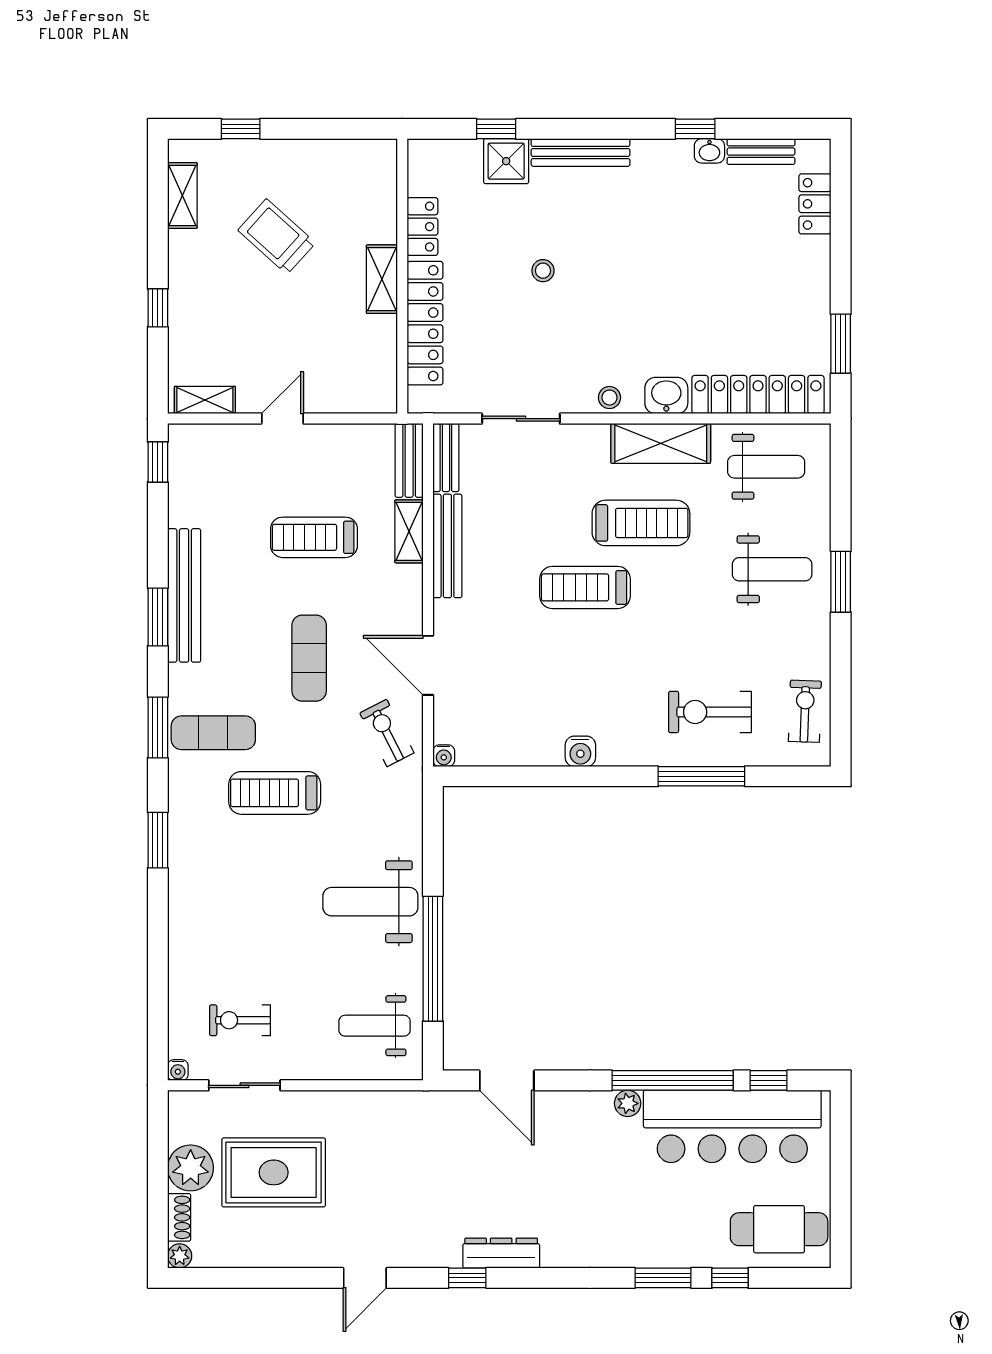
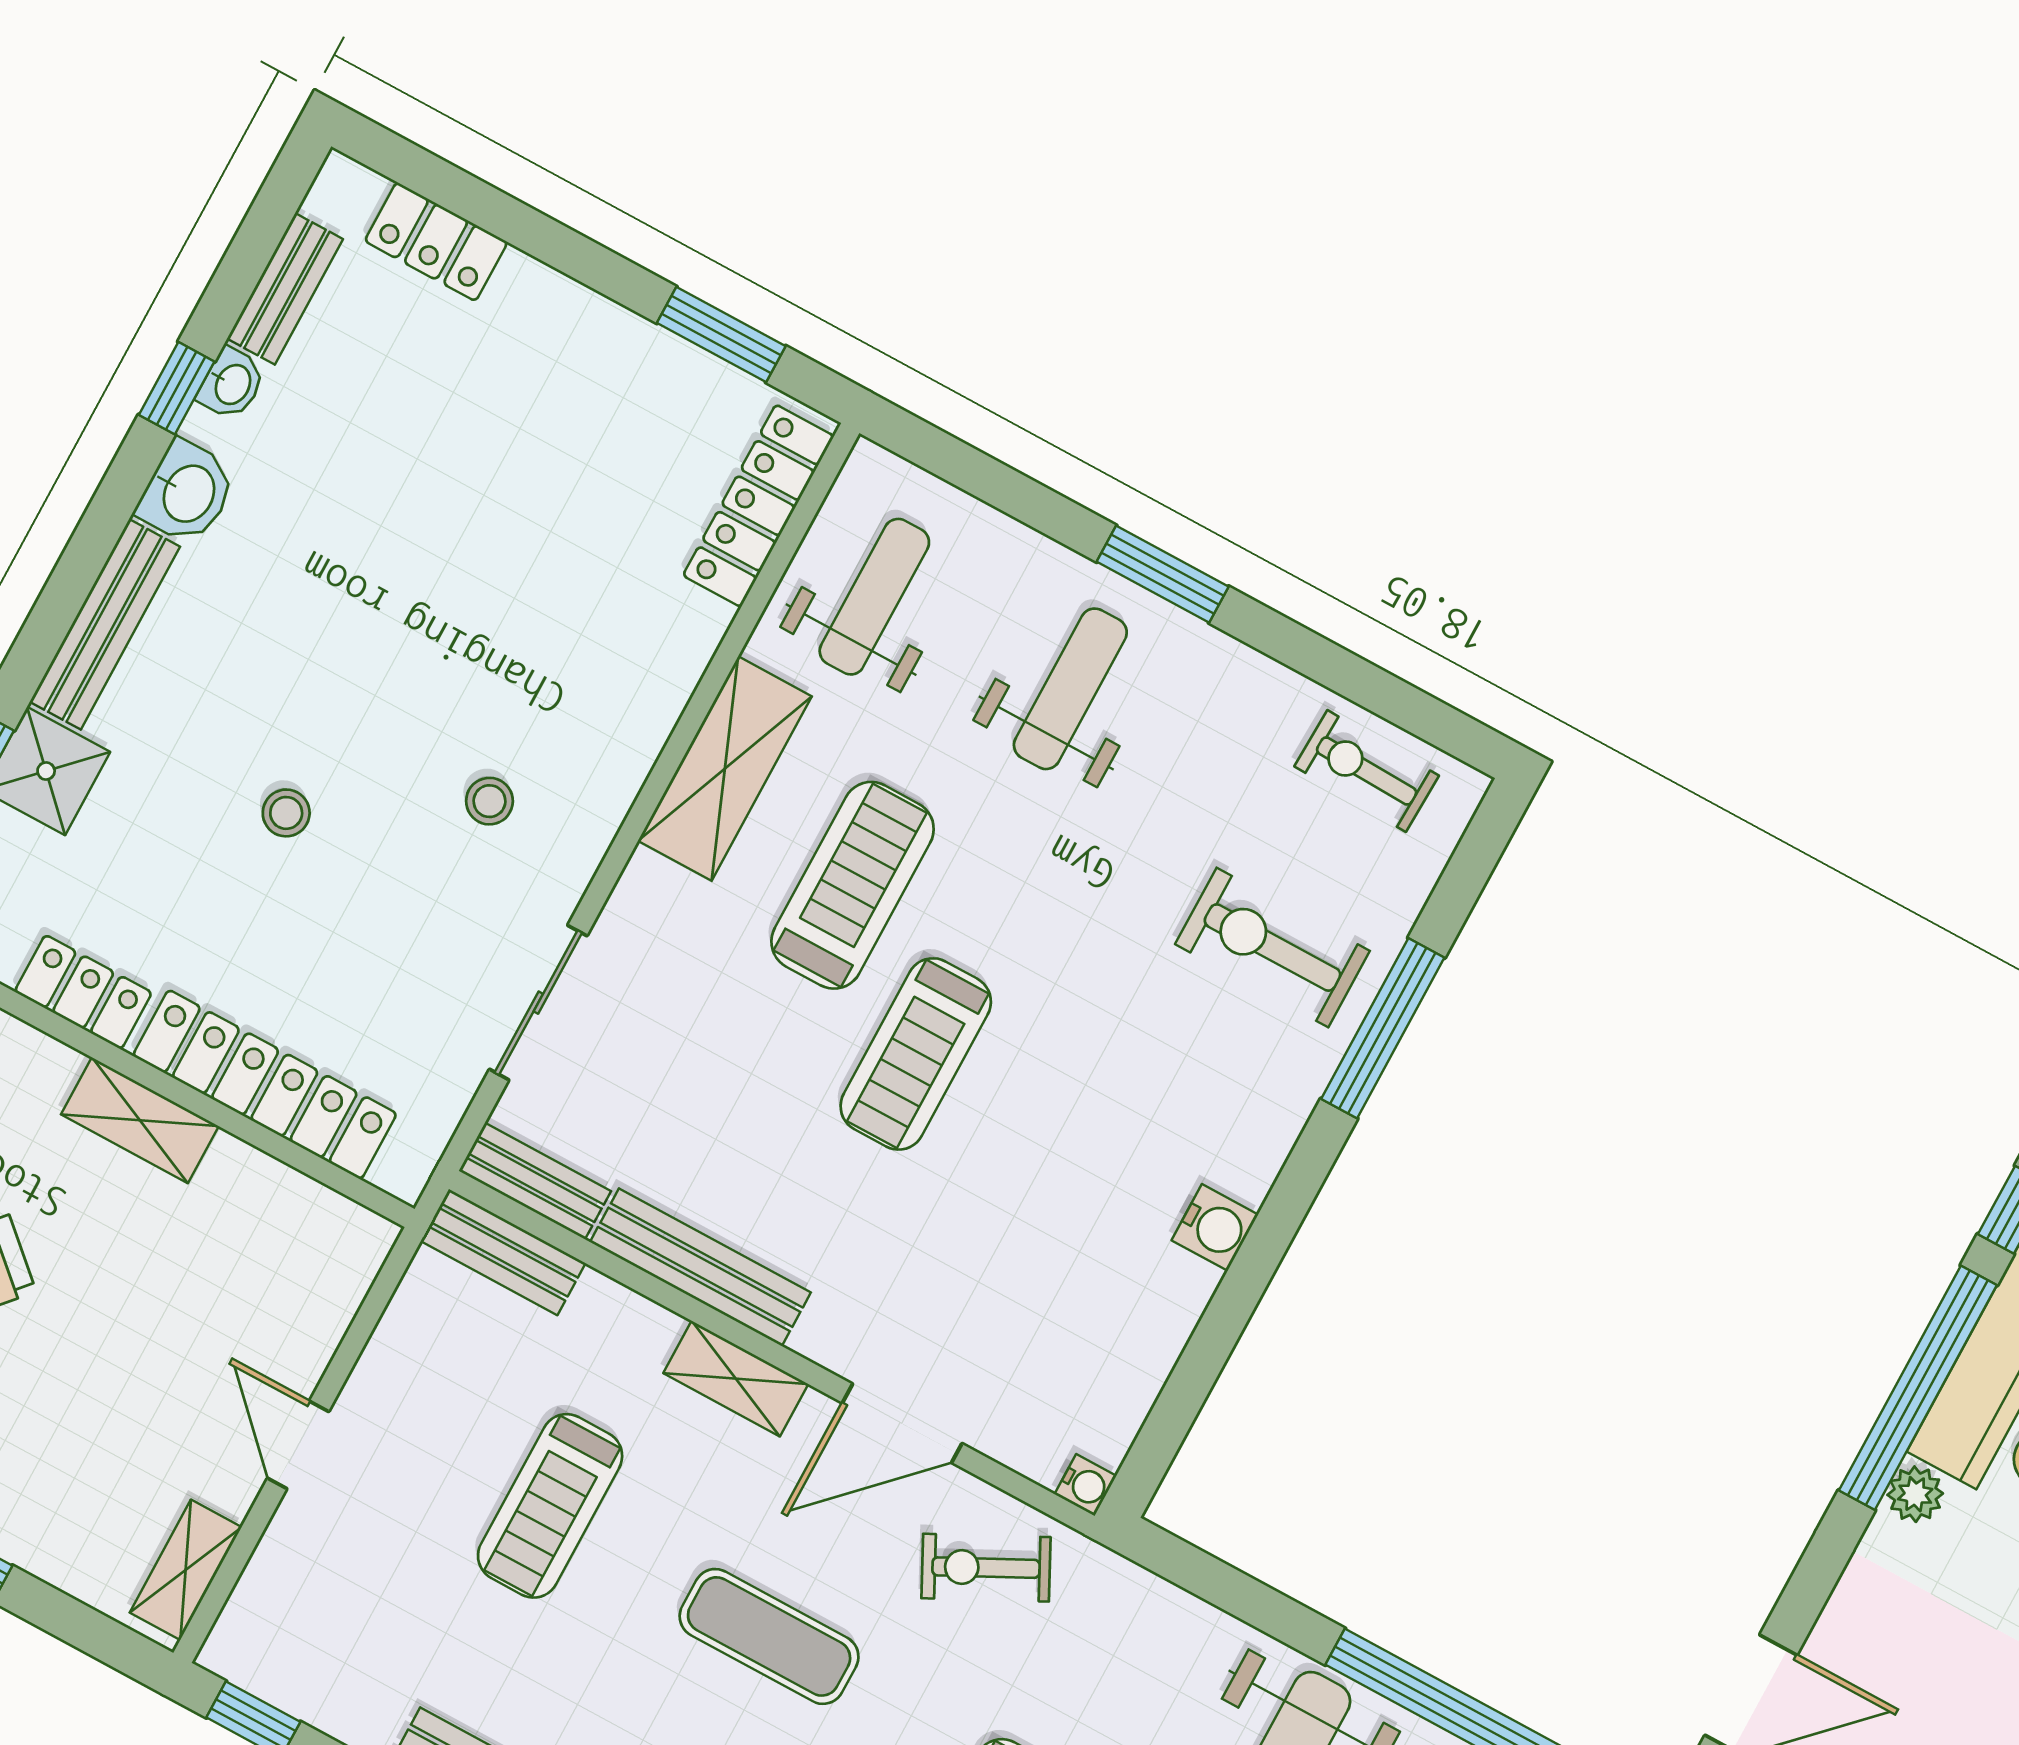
locker: (758, 395) -> (758, 506), width x0.71, depth x0.83
washbasin: (666, 396) -> (187, 493), moved, turned 180
stool: (609, 398) -> (489, 801), moved
shelving: (409, 531) -> (736, 1379), moved
exercise bike: (710, 712) -> (1272, 948), turned 90

